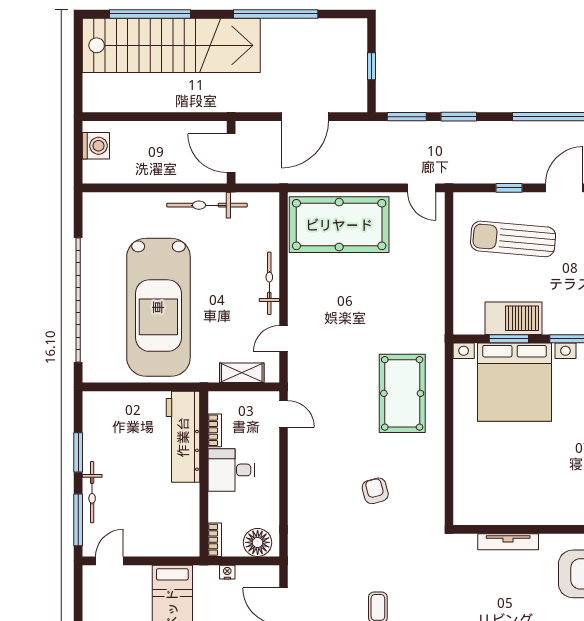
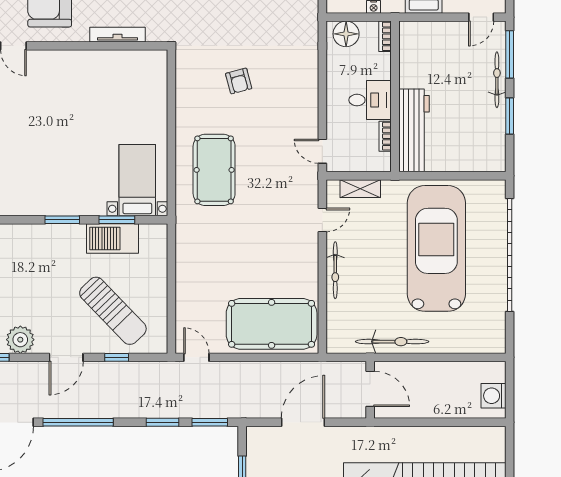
sun lounger: (513, 239) -> (113, 311), turned 41
bed with nightstands: (515, 382) -> (137, 180), width x0.54

